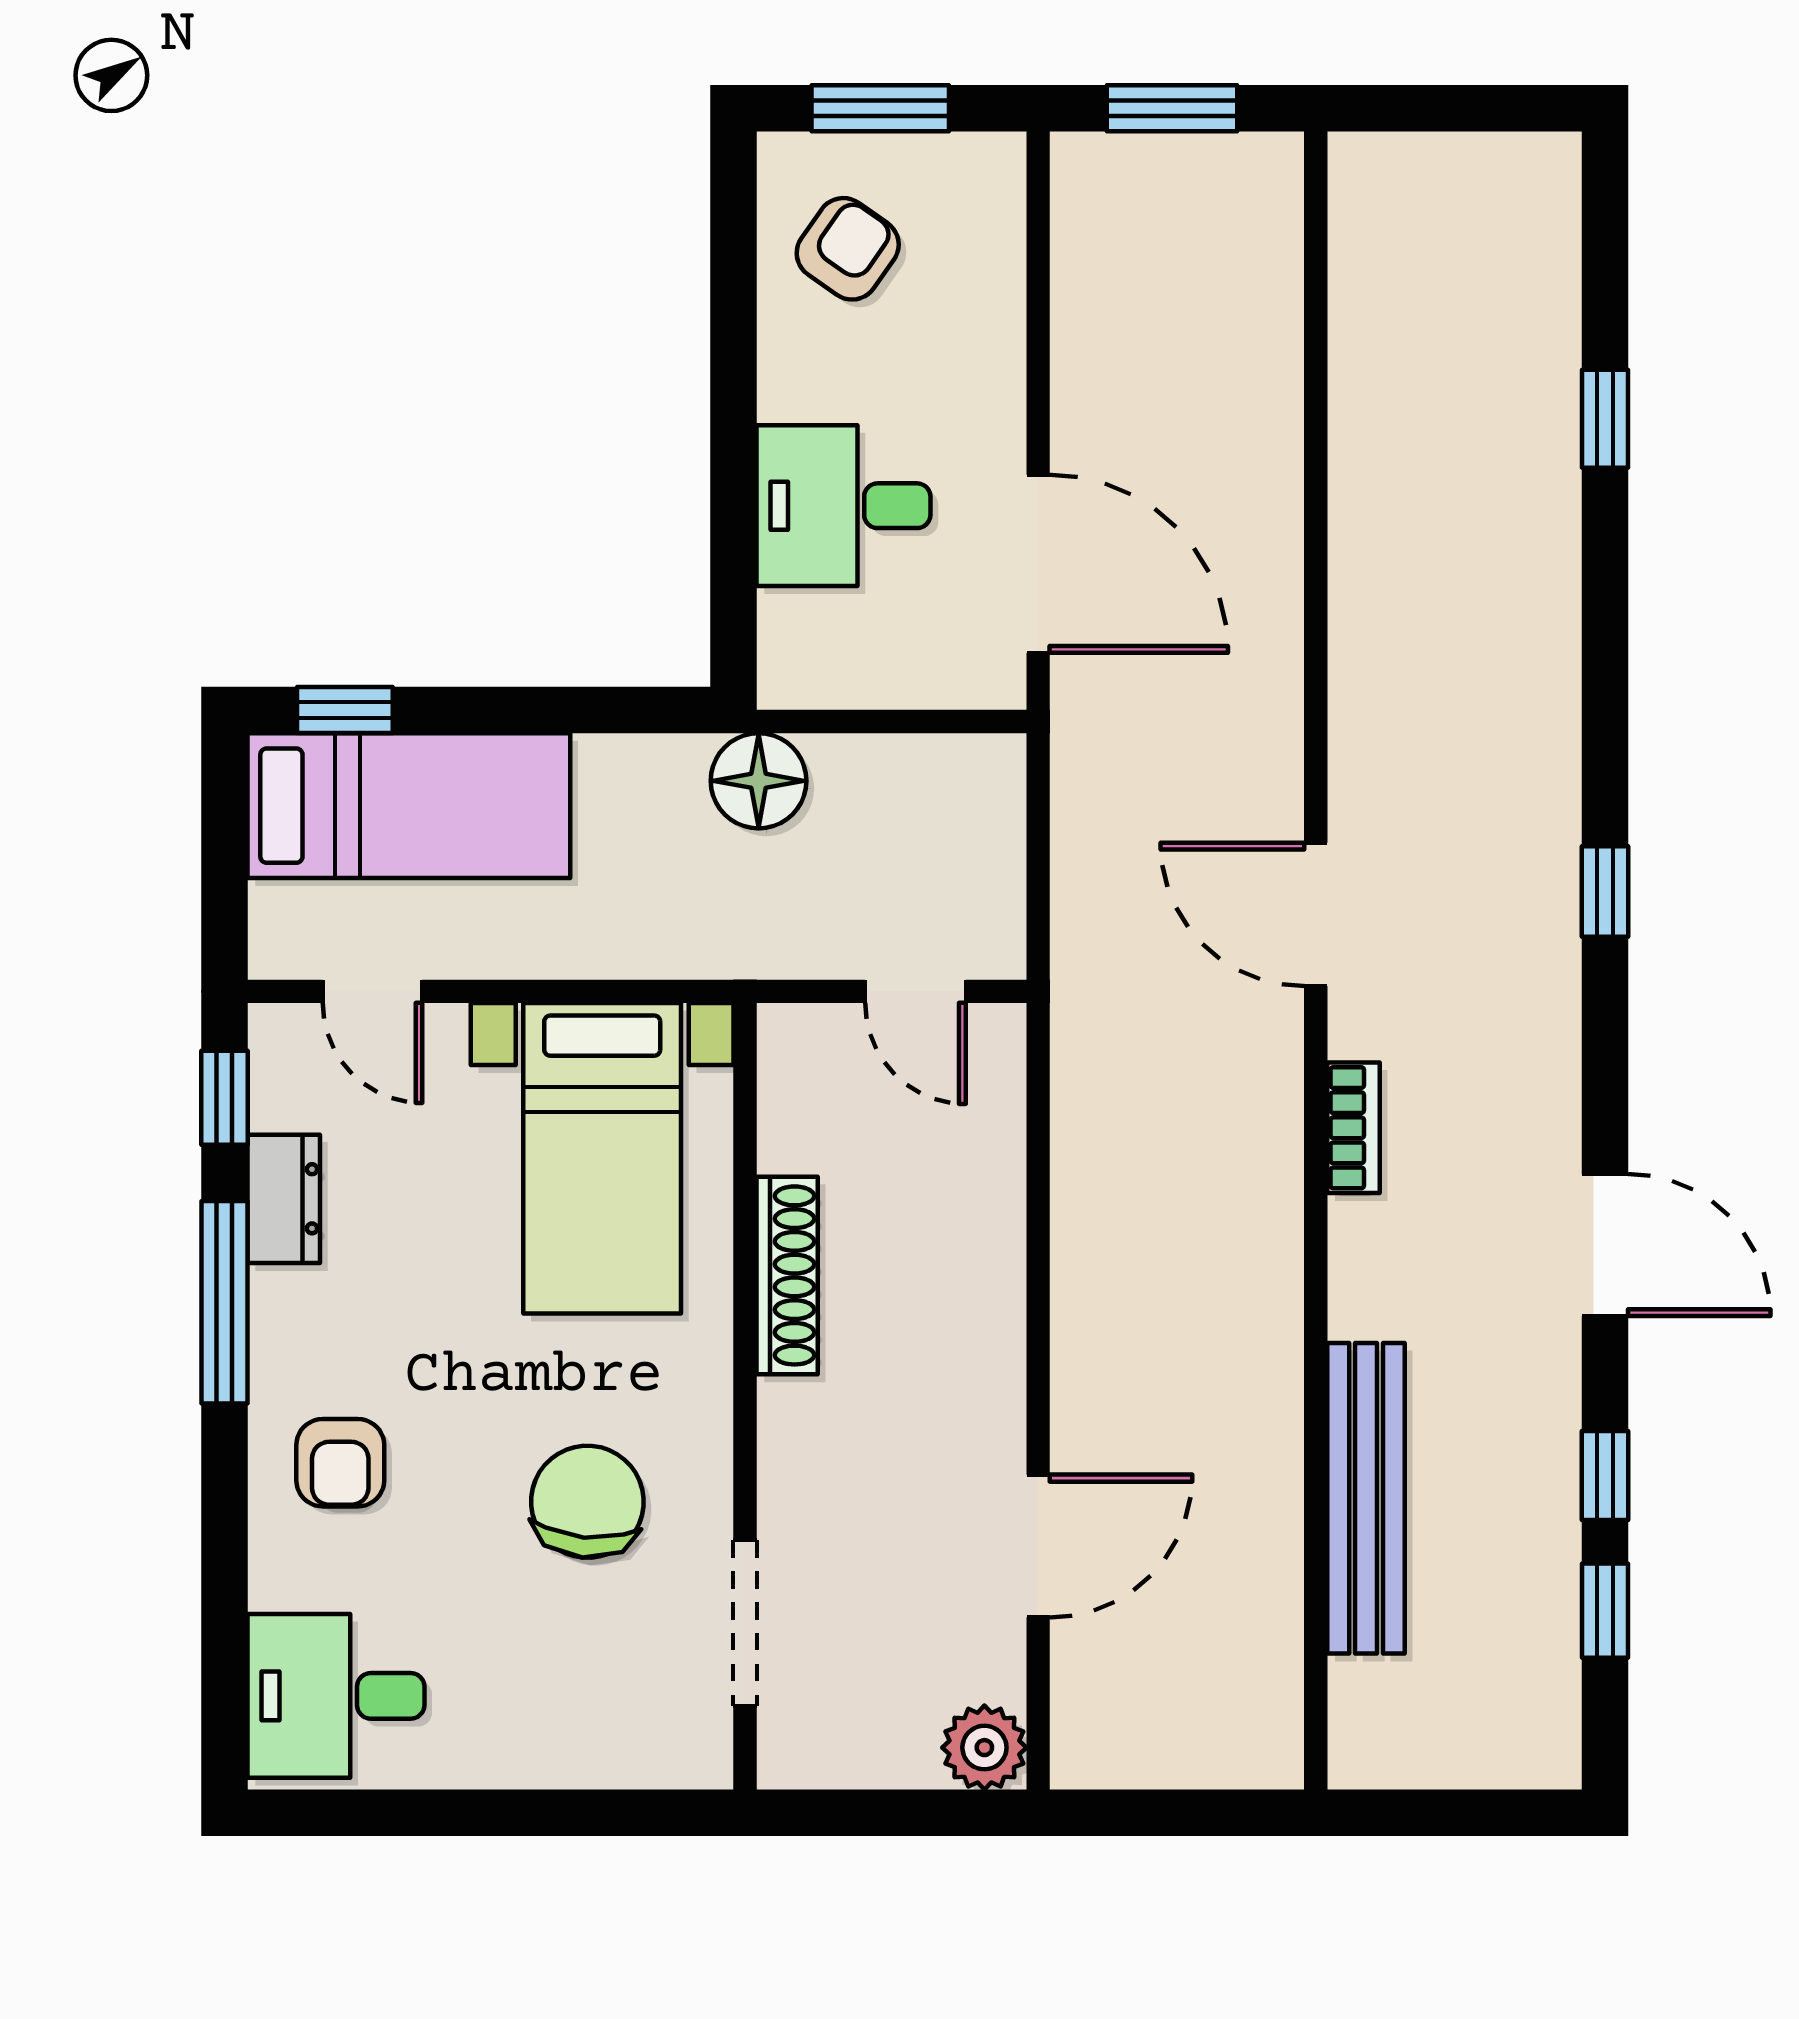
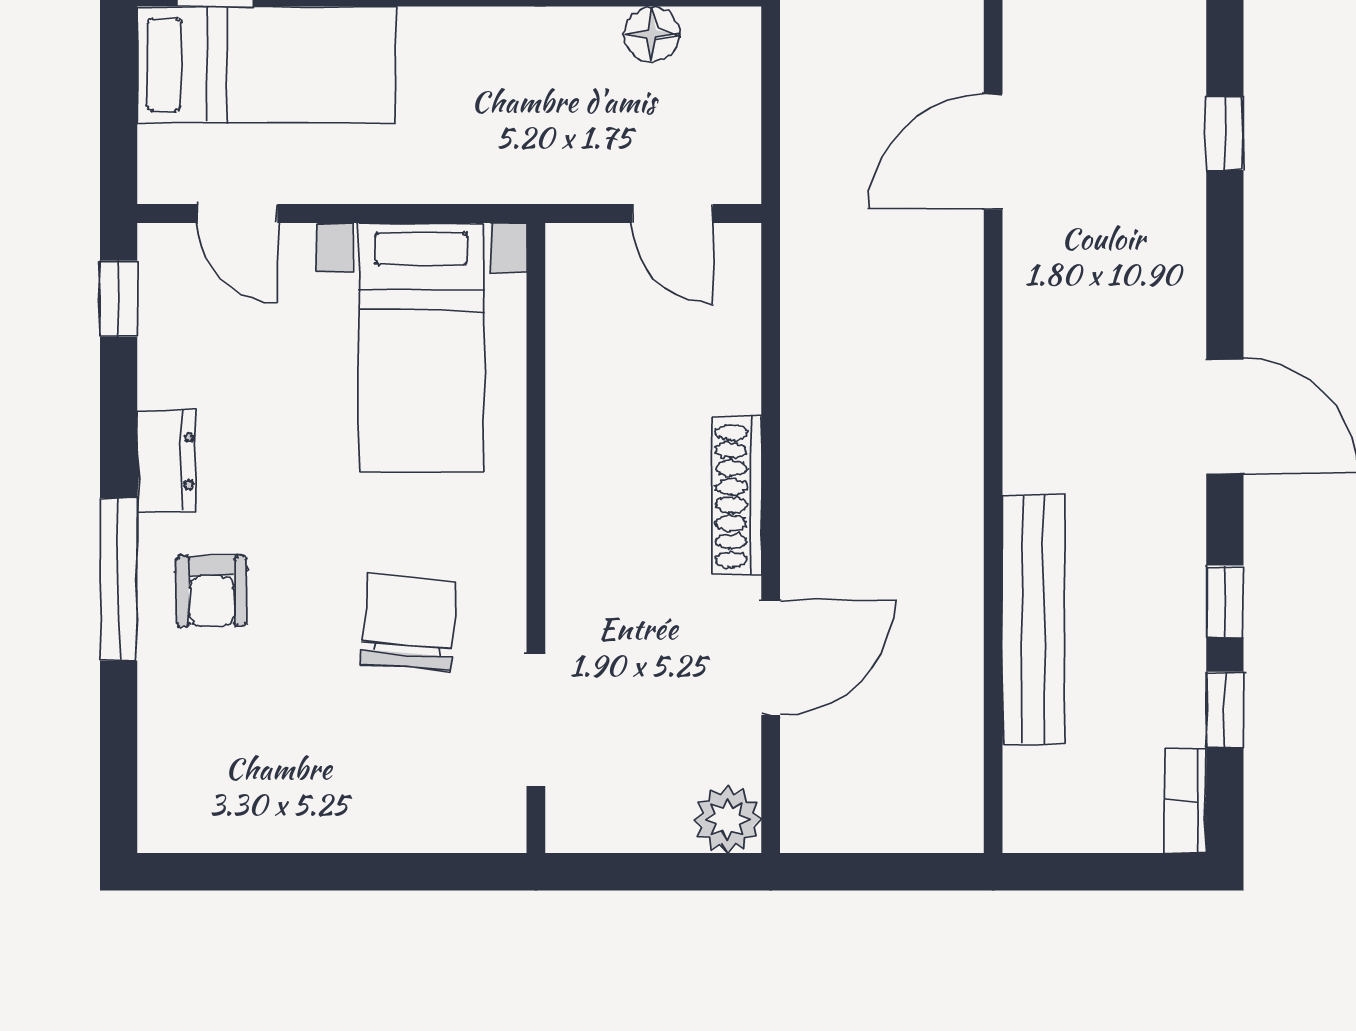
floor lamp: (759, 781) -> (652, 34), moved, width x0.73, depth x0.73
door: (1316, 914) -> (993, 152), hinge flipped
bookcase: (1354, 1128) -> (1185, 801), moved, turned 180
dresser: (284, 1199) -> (166, 461), moved
shoe rack: (787, 1275) -> (737, 496), moved, turned 180
window: (224, 1302) -> (119, 579), moved
desk: (336, 1696) -> (208, 778), removed

